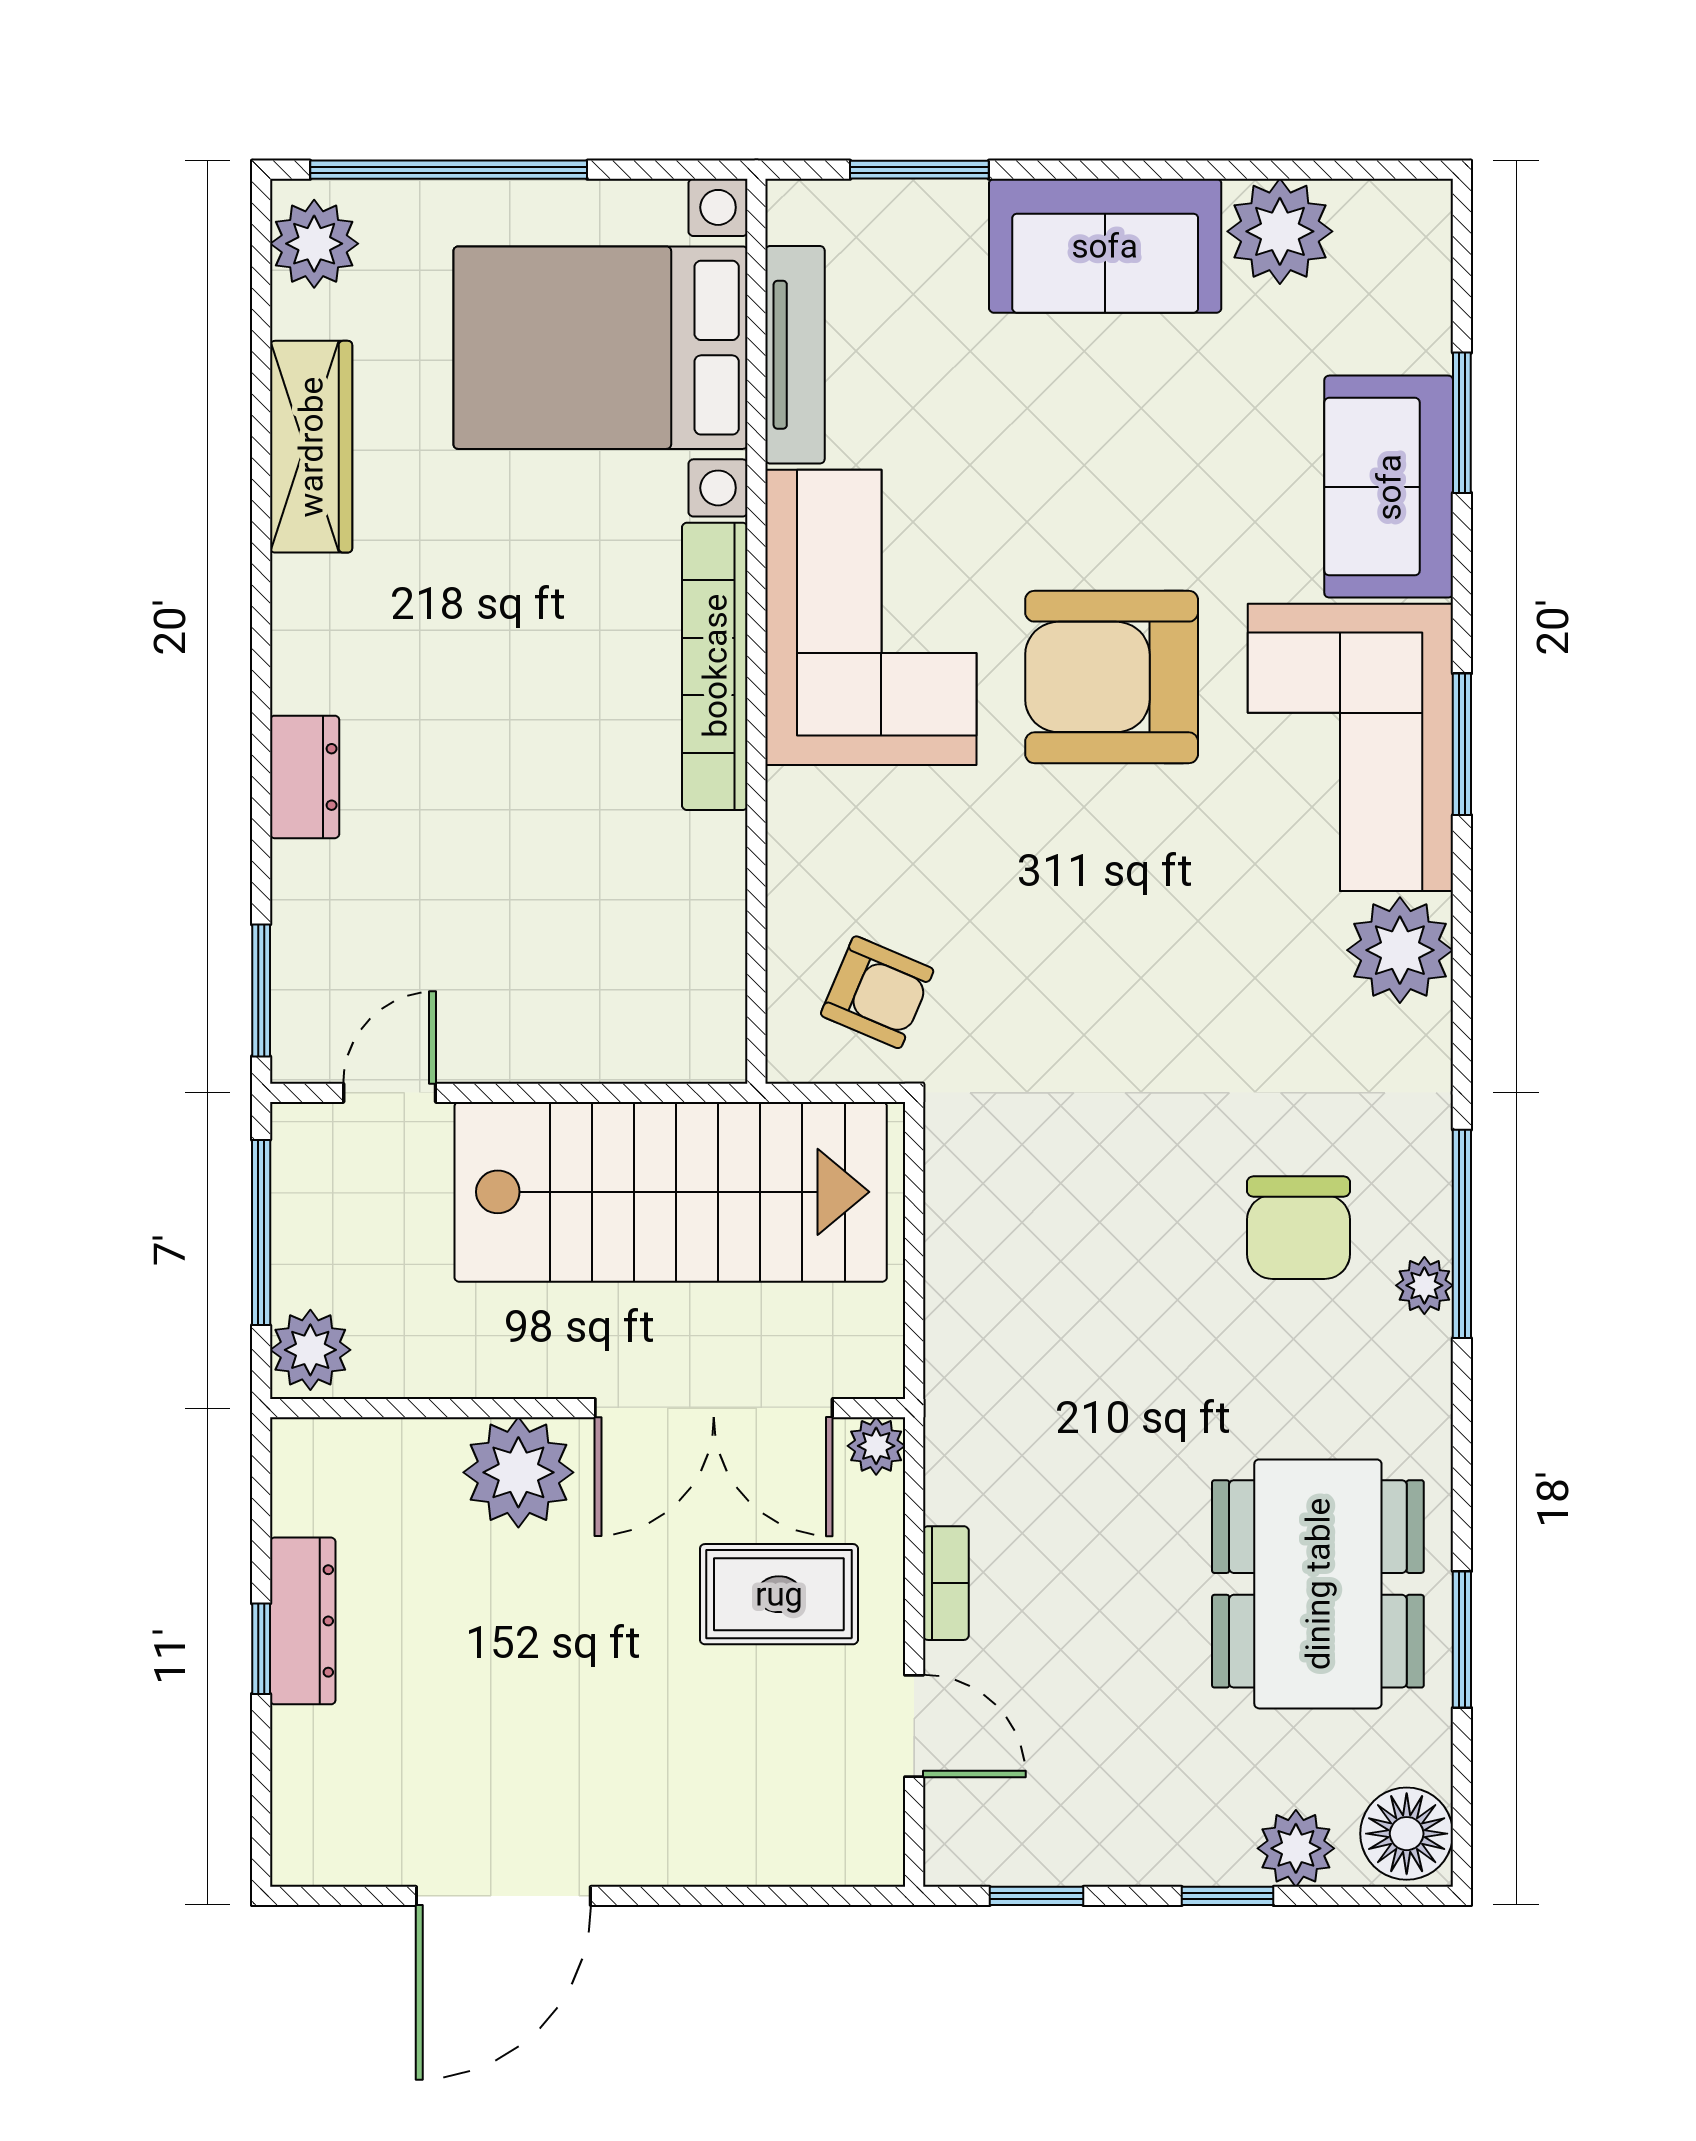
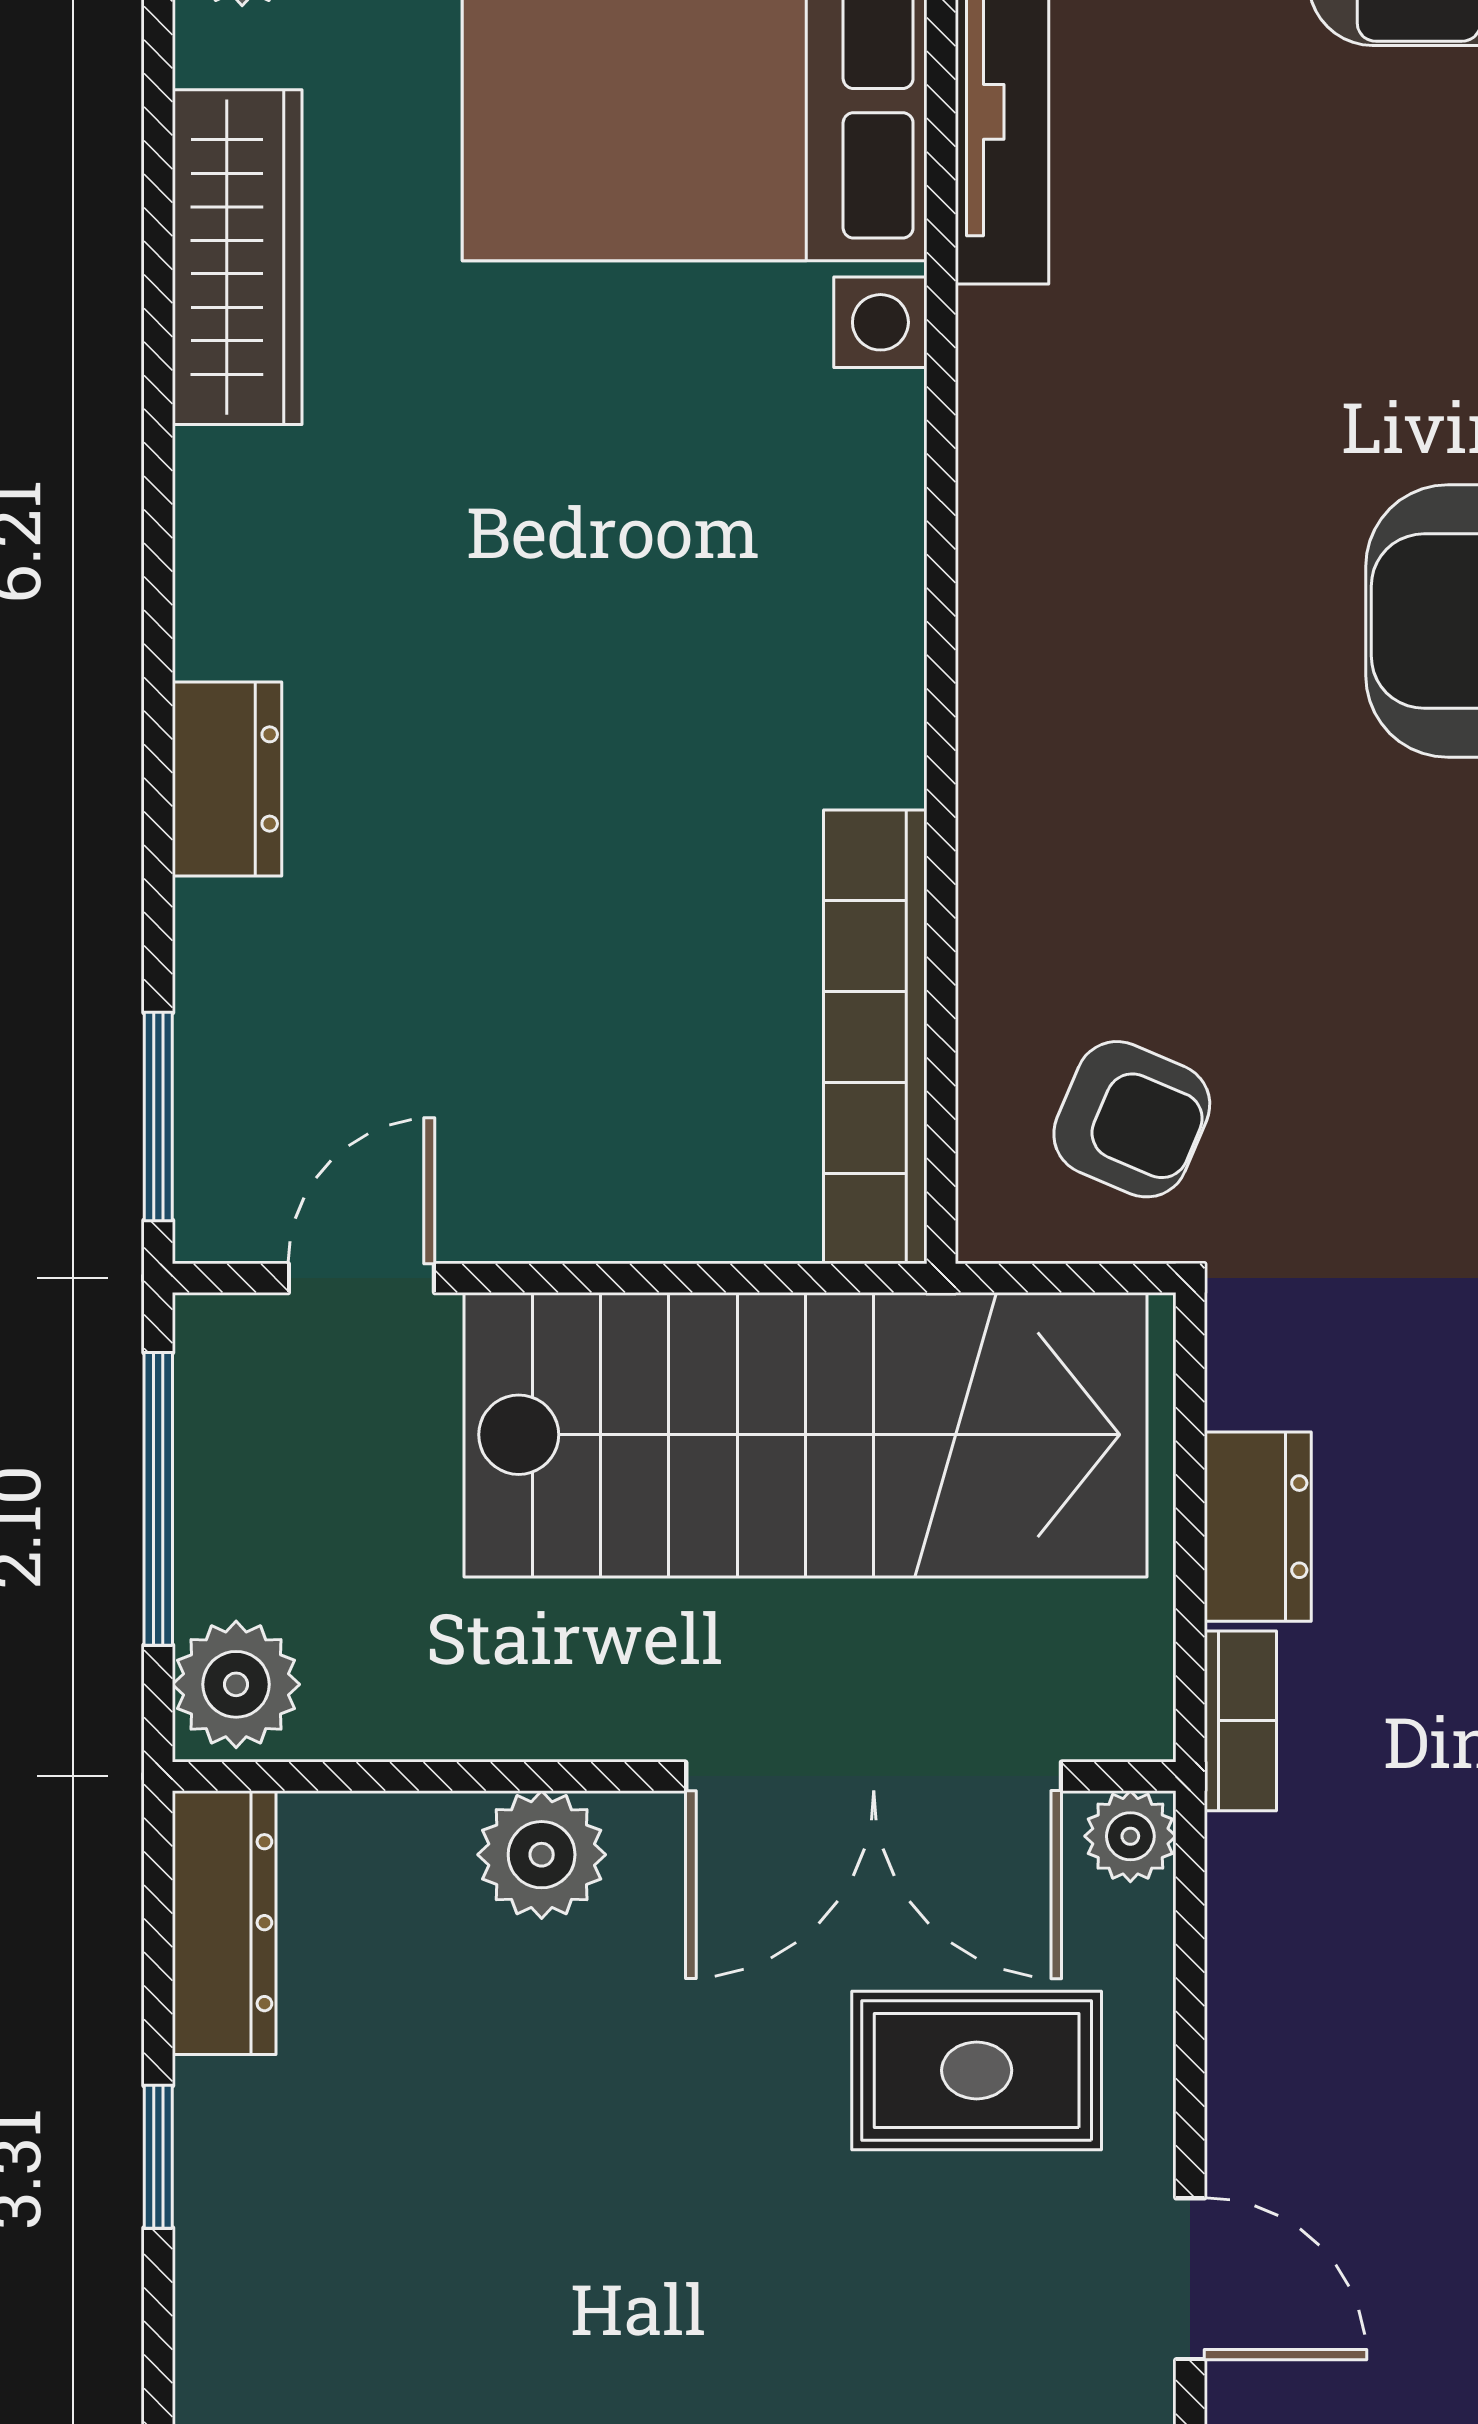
corner sofa: (871, 617) -> (1122, 527), removed
bookcase: (715, 666) -> (875, 1037), moved
dresser: (957, 1250) -> (1258, 1527), added
plant: (518, 1472) -> (542, 1855), width x0.73, depth x0.73
bookcase: (946, 1583) -> (1240, 1721), moved
dresser: (303, 1621) -> (224, 1923), moved

